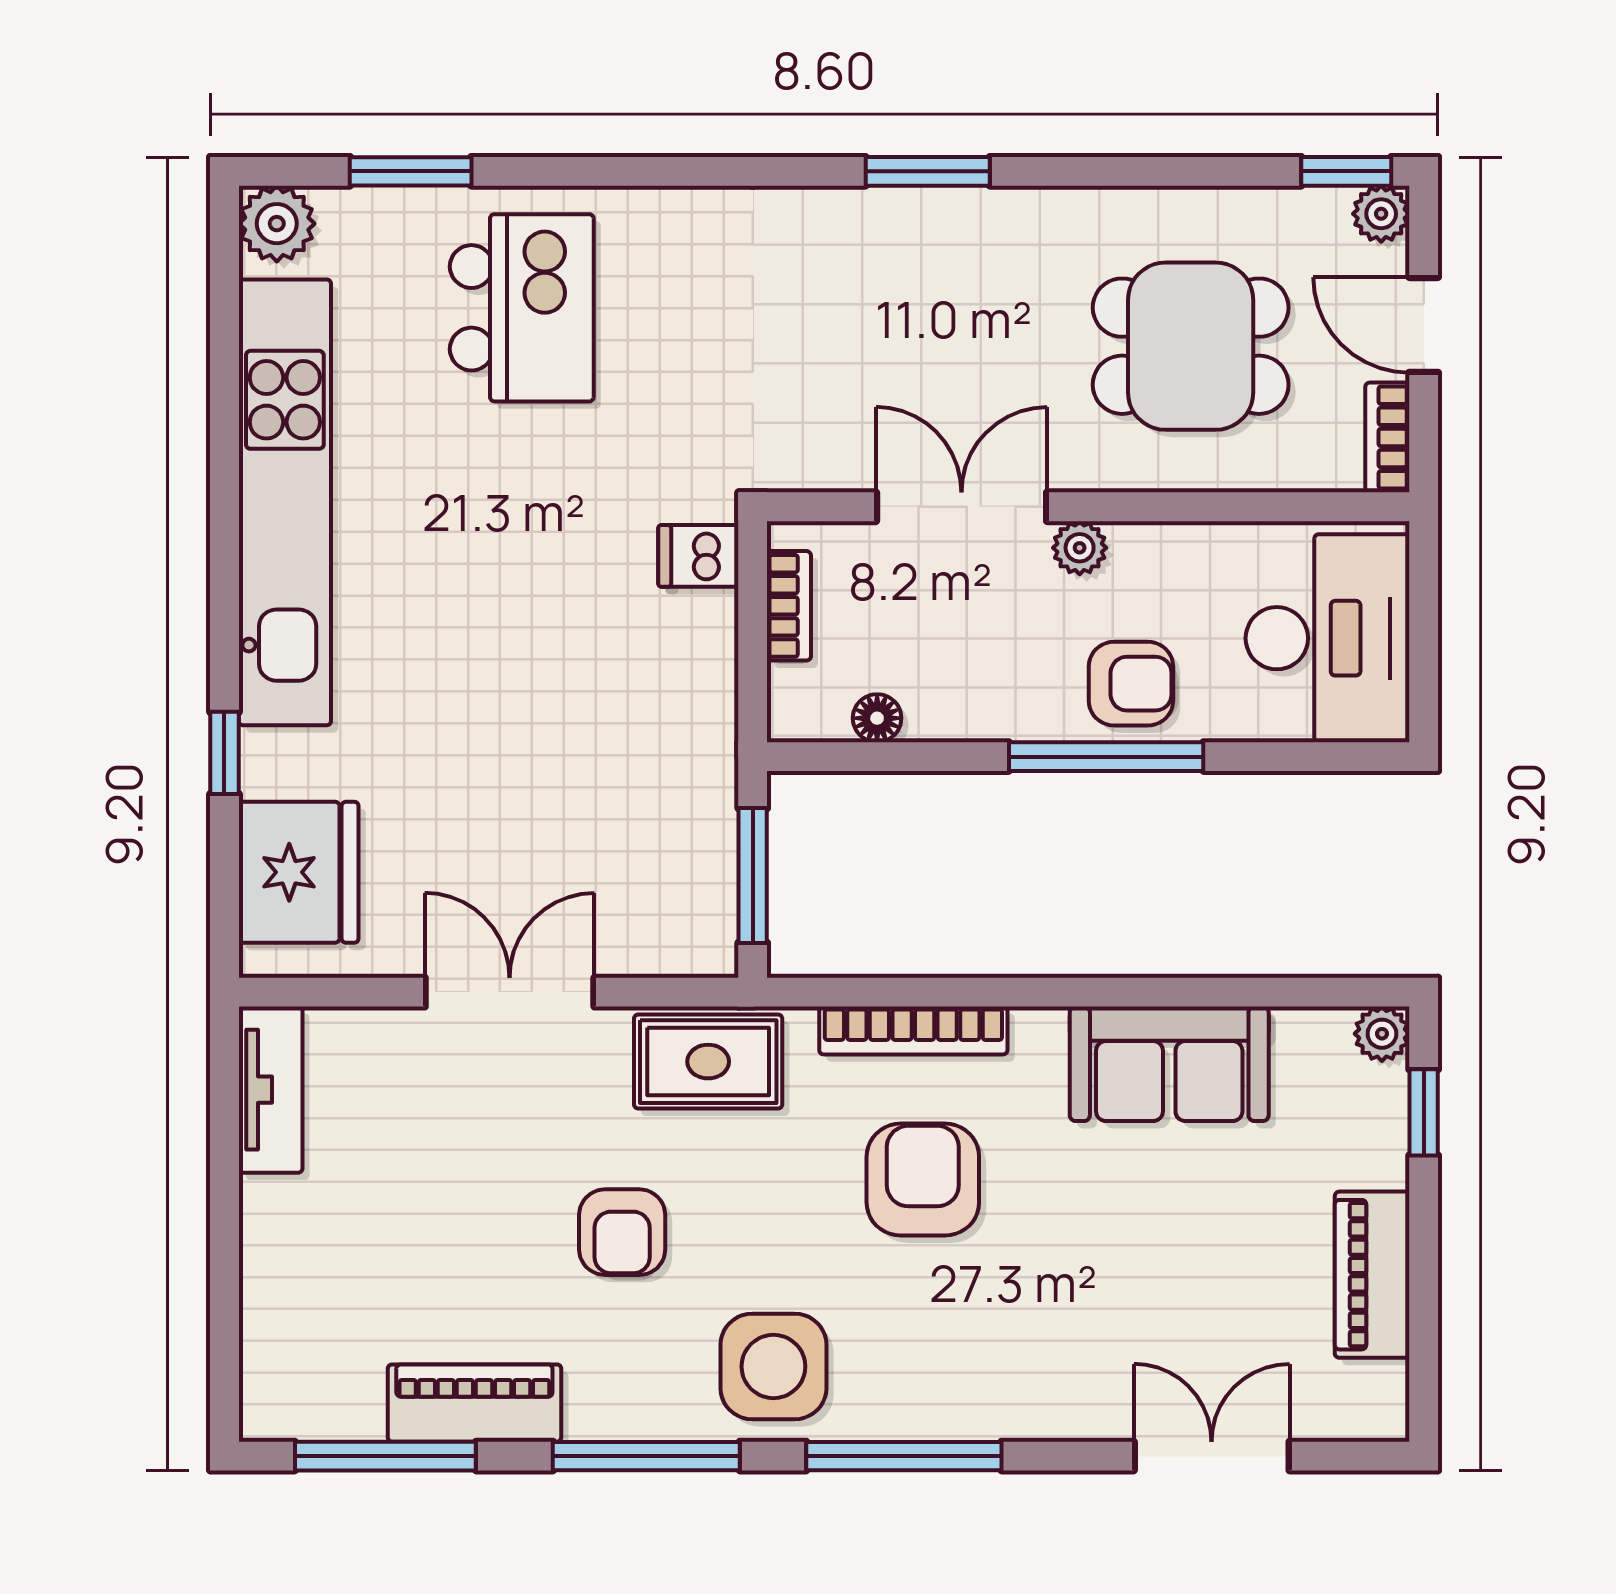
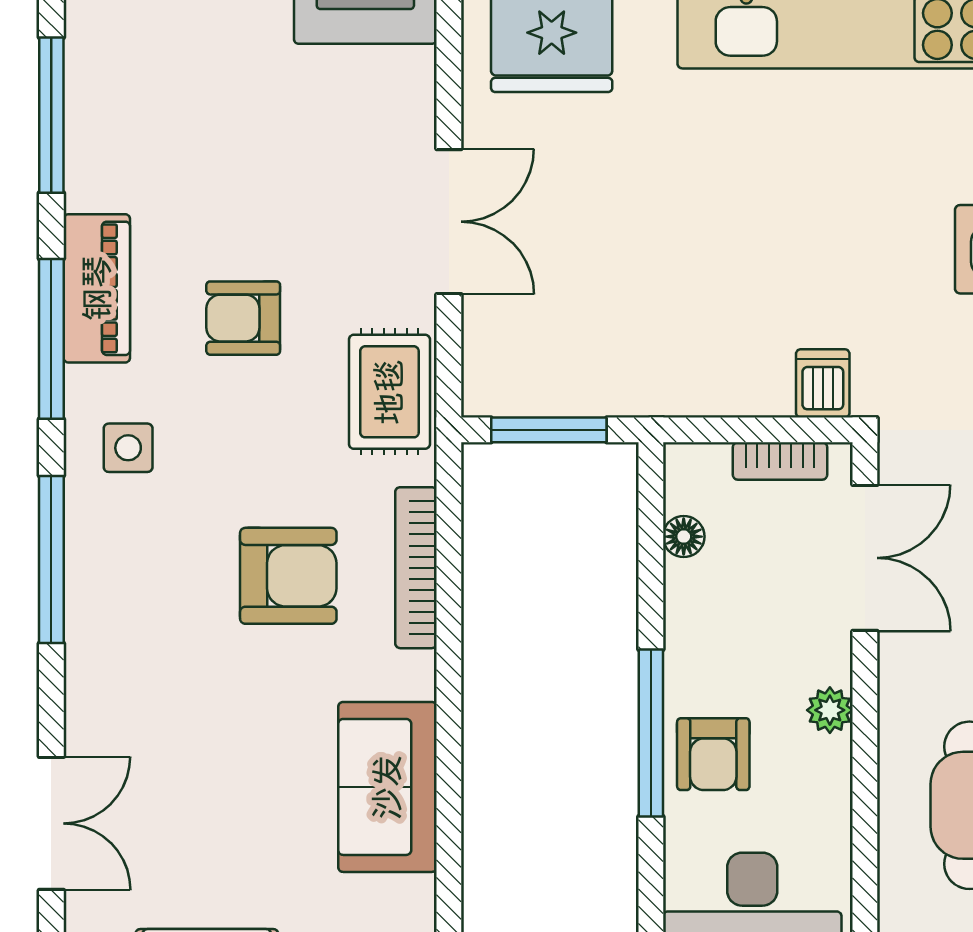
double door: (962, 507) -> (865, 558), moved
side table: (773, 1366) -> (128, 448), width x0.54, depth x0.54
piano: (474, 1403) -> (97, 288), moved

